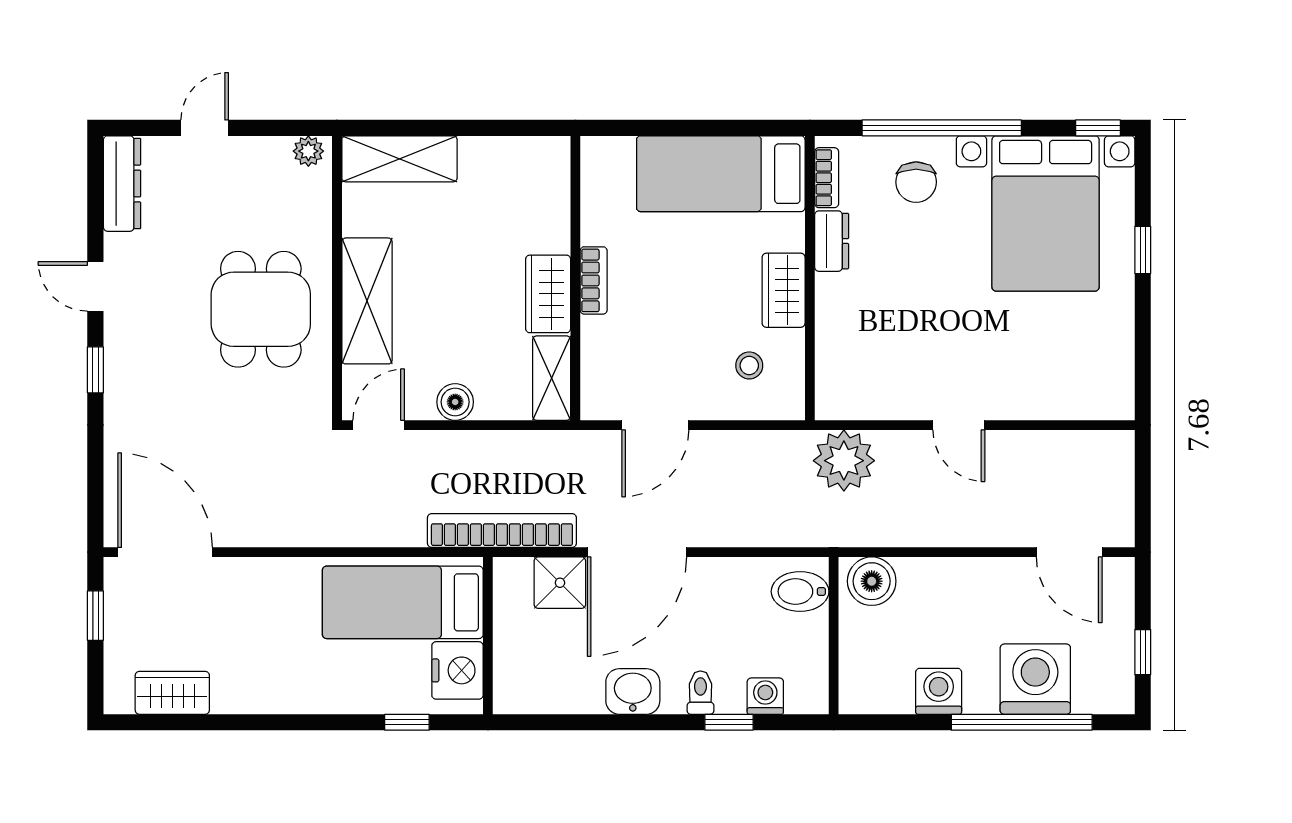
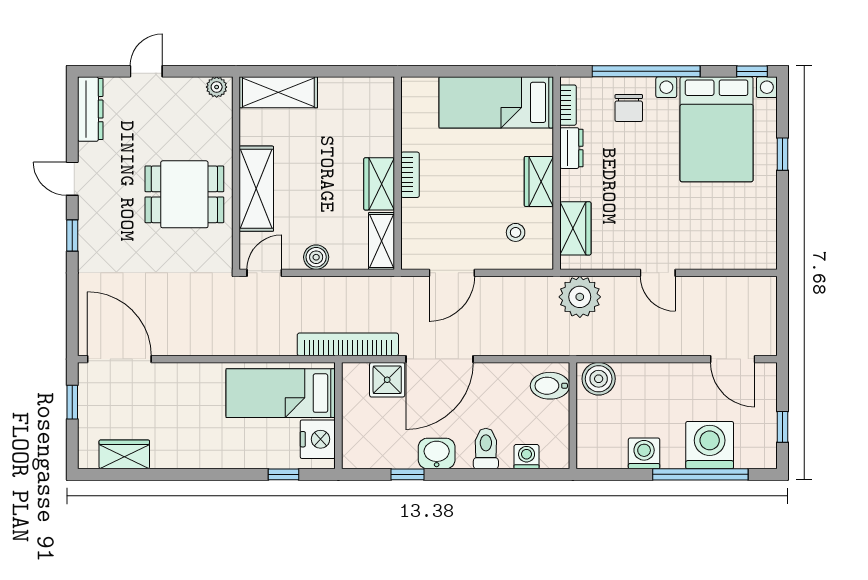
dining table: (261, 309) -> (184, 194), turned 90
wardrobe: (837, 360) -> (575, 228), added
toilet: (700, 693) -> (486, 449), width x1.37, depth x1.39
window: (729, 722) -> (407, 474), moved

